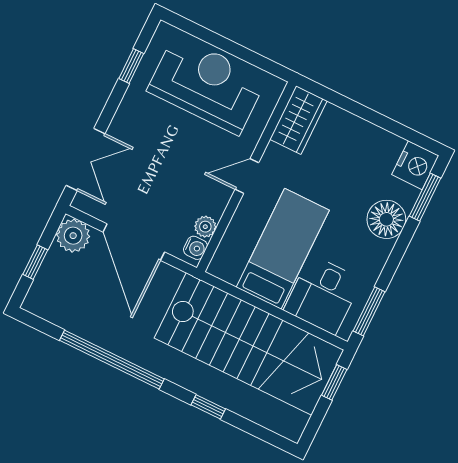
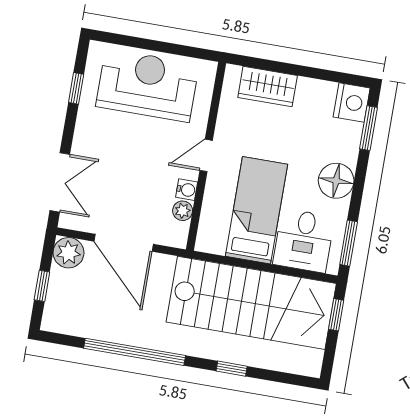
wardrobe: (298, 120) -> (268, 86), moved, turned 90
floor lamp: (386, 219) -> (336, 181), moved
water cooler: (195, 248) -> (187, 190), moved

